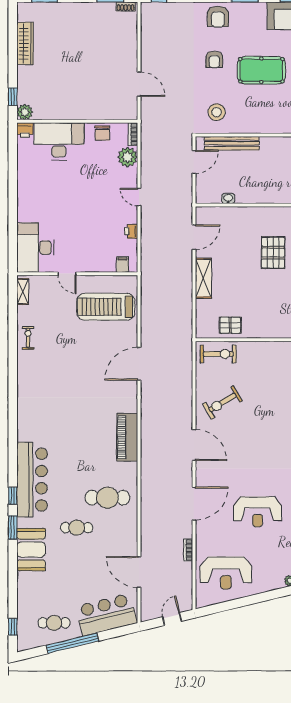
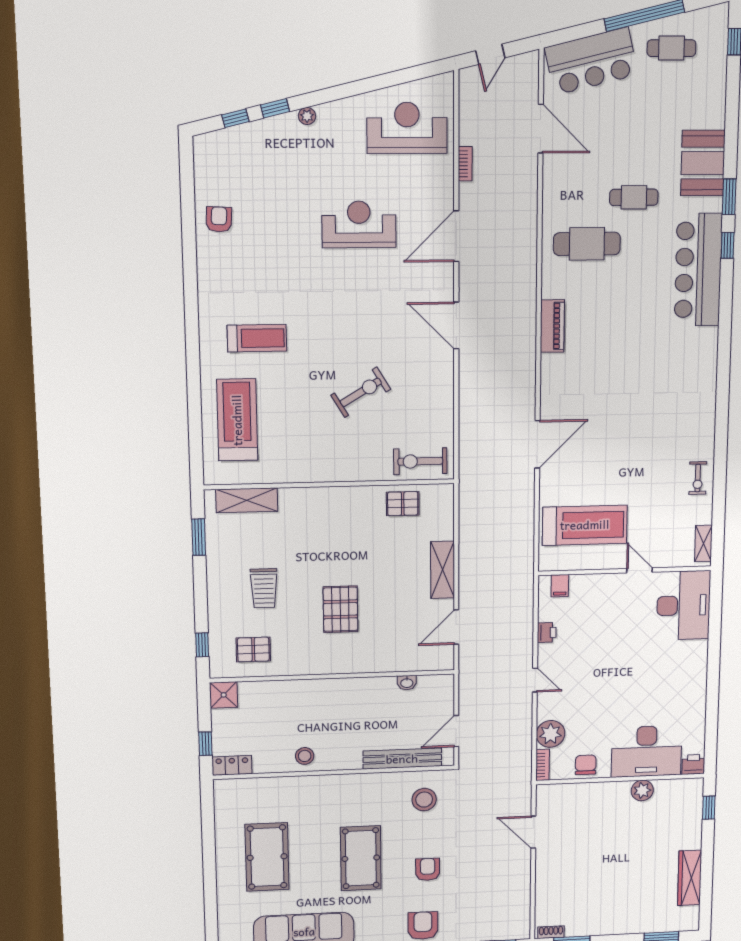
pool table: (261, 70) -> (361, 858), turned 90
plant: (25, 112) -> (642, 790), moved
exercise bike: (222, 402) -> (361, 392), moved
piano: (127, 437) -> (552, 326), width x0.73, depth x0.75

